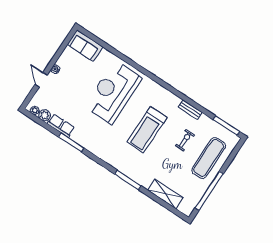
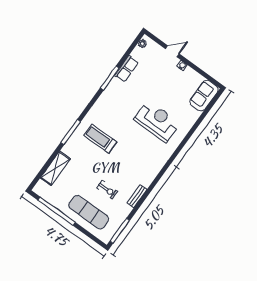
reception desk: (113, 92) -> (157, 121), width x0.74, depth x0.77
plant: (45, 115) -> (137, 53), removed
treadmill: (147, 130) -> (100, 139), moved, width x0.73, depth x0.73

